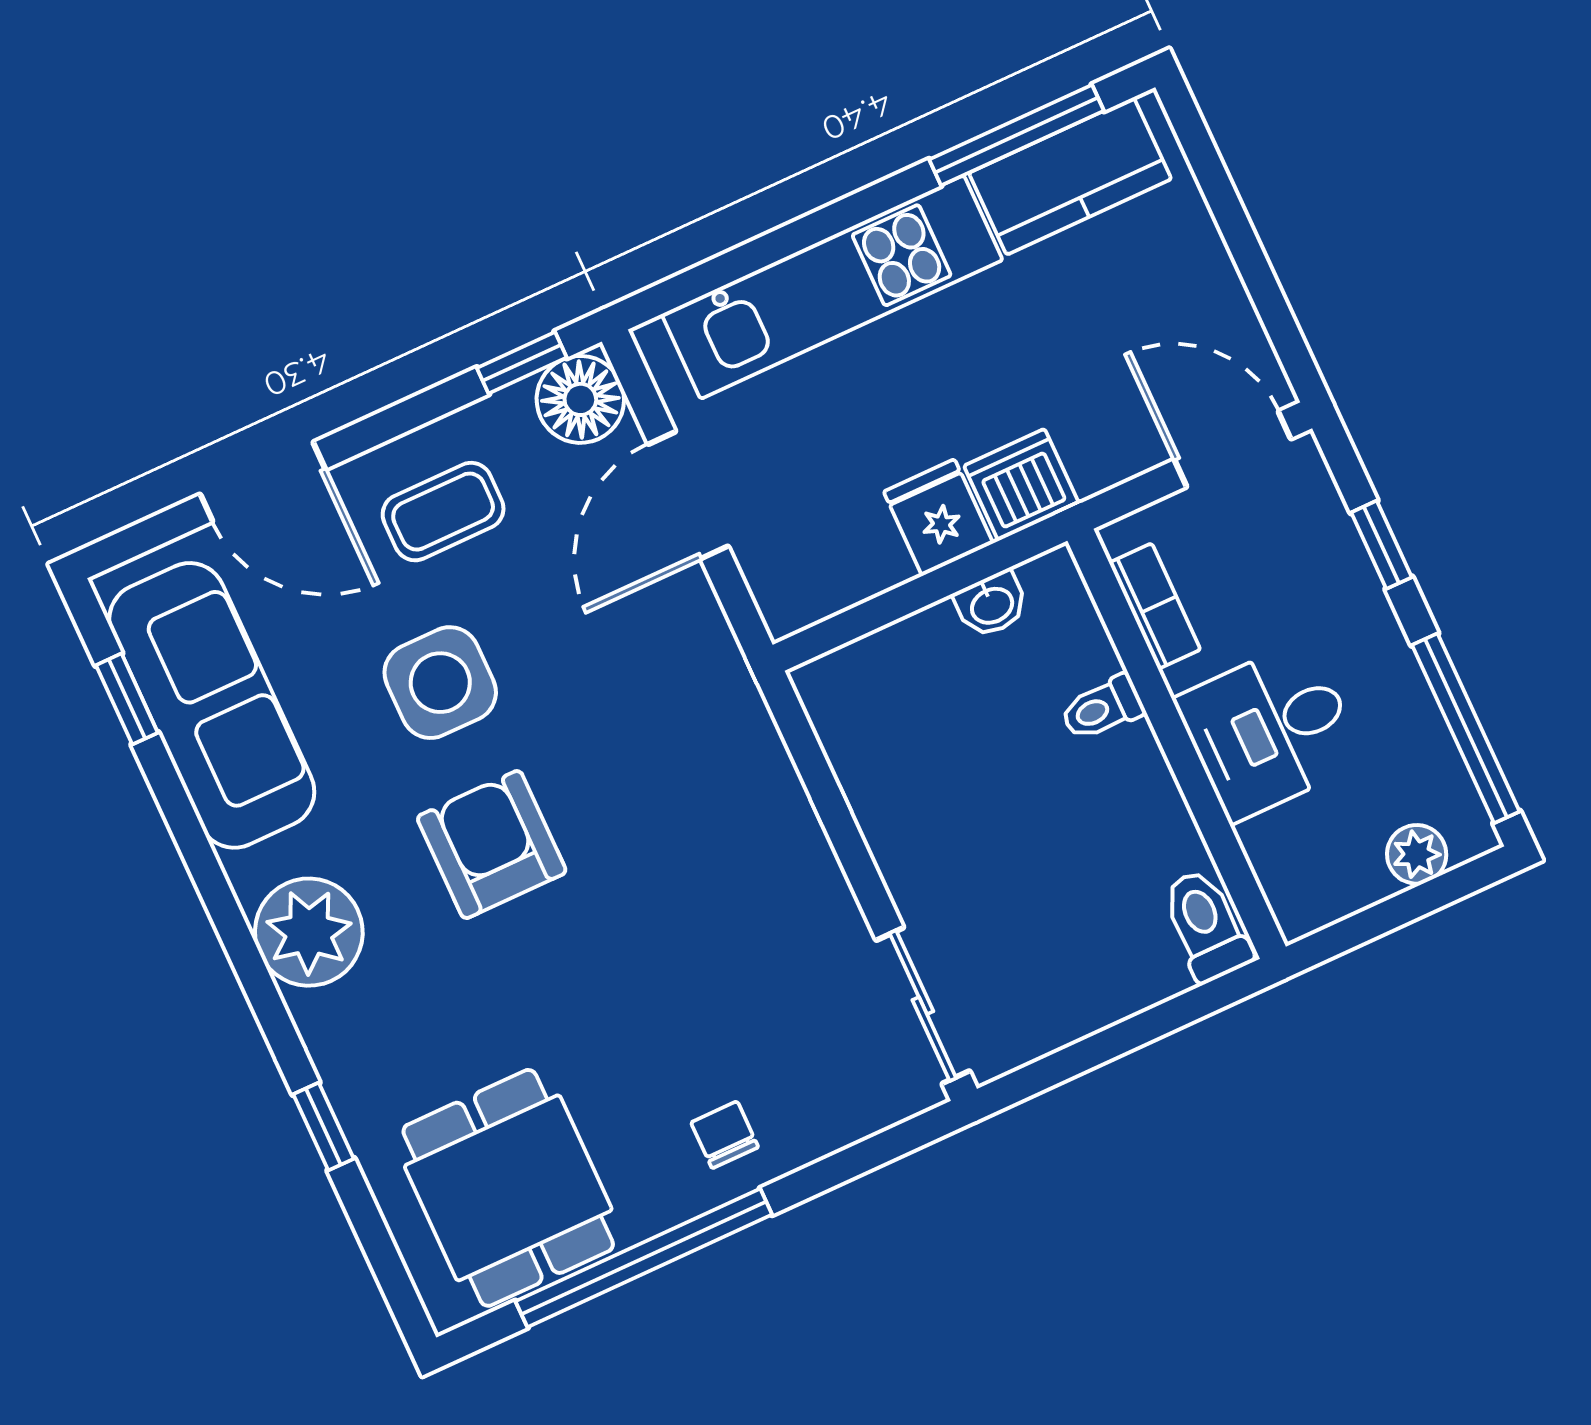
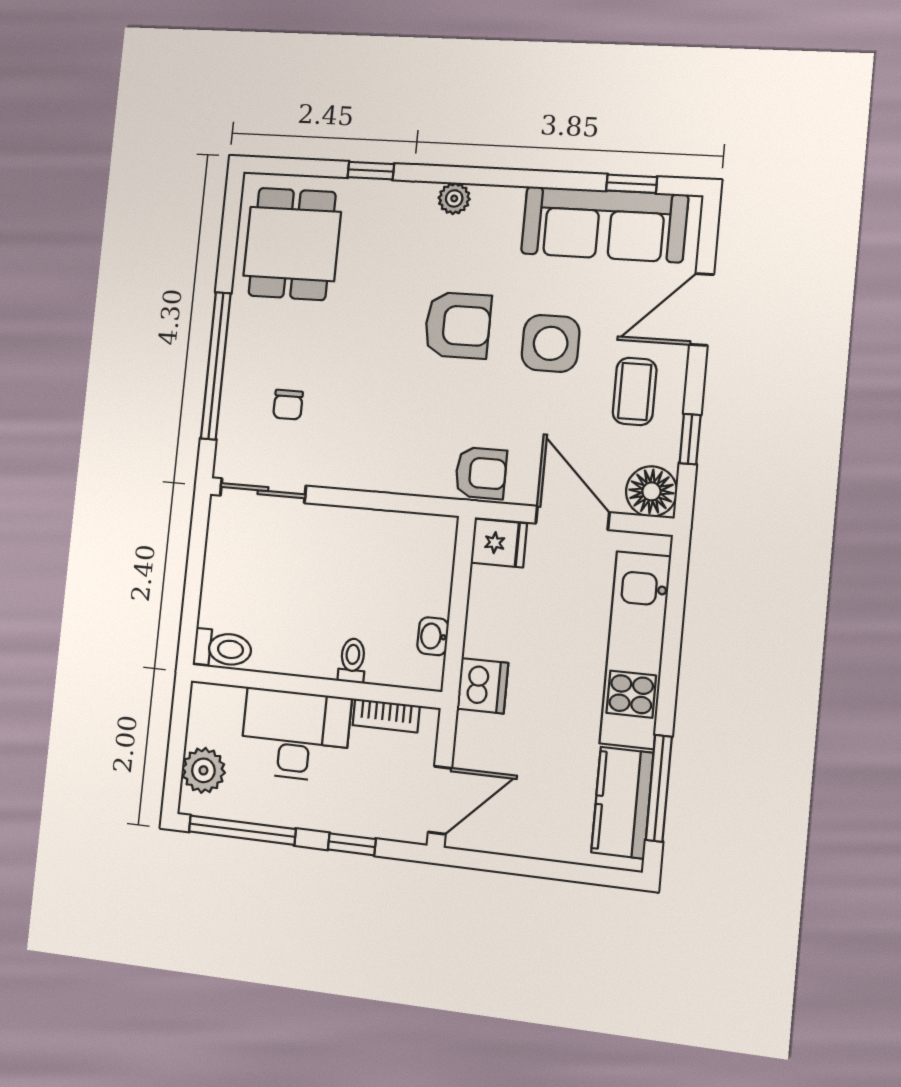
window: (522, 363) -> (690, 439), moved
fridge: (938, 517) -> (499, 543), moved
armchair: (700, 675) -> (481, 473), added
desk: (1270, 730) -> (295, 735), width x1.37
plant: (1417, 854) -> (203, 770), width x1.38, depth x1.38
plant: (309, 932) -> (454, 198), width x0.53, depth x0.53
chair: (725, 1135) -> (288, 405), moved, turned 90
dining table: (508, 1188) -> (292, 244), turned 90
window: (644, 1258) -> (216, 366), moved

